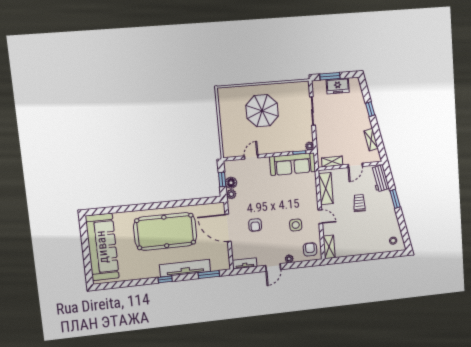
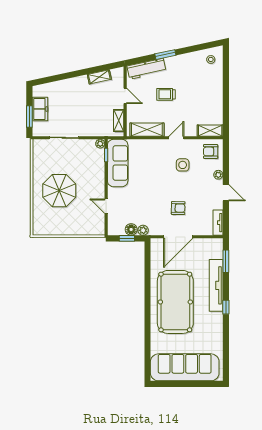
window: (370, 109) -> (67, 76), removed
workbench: (380, 178) -> (146, 69), width x1.38

